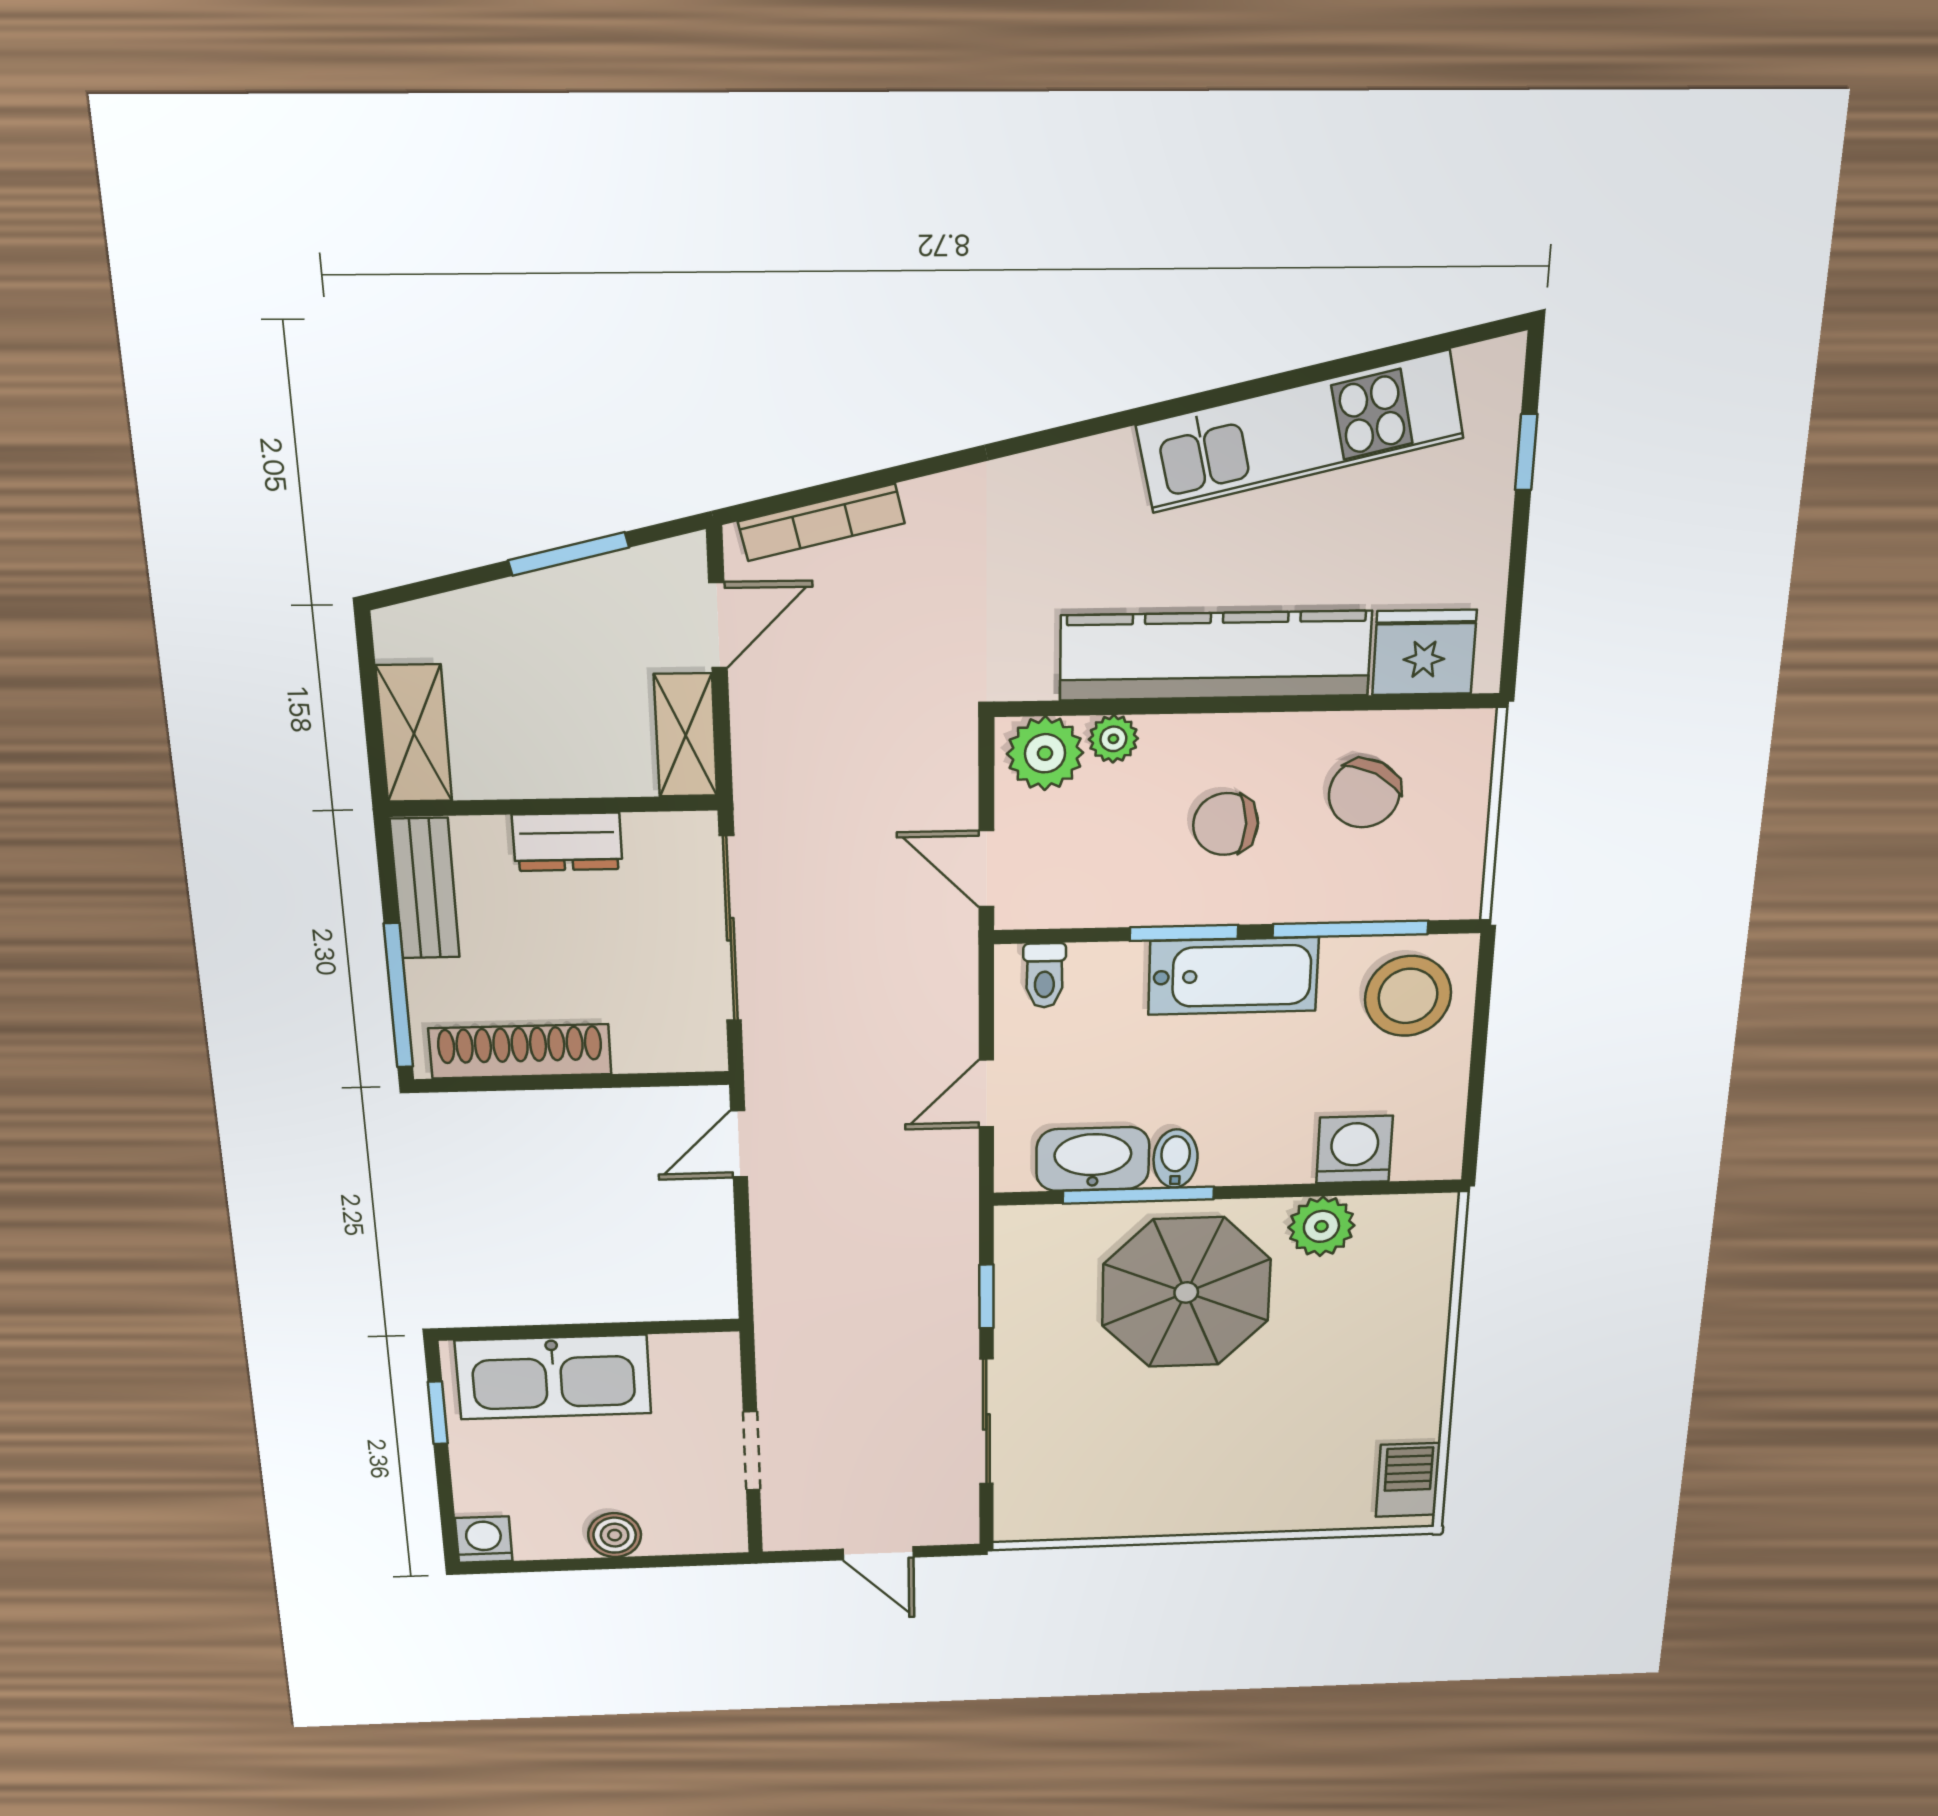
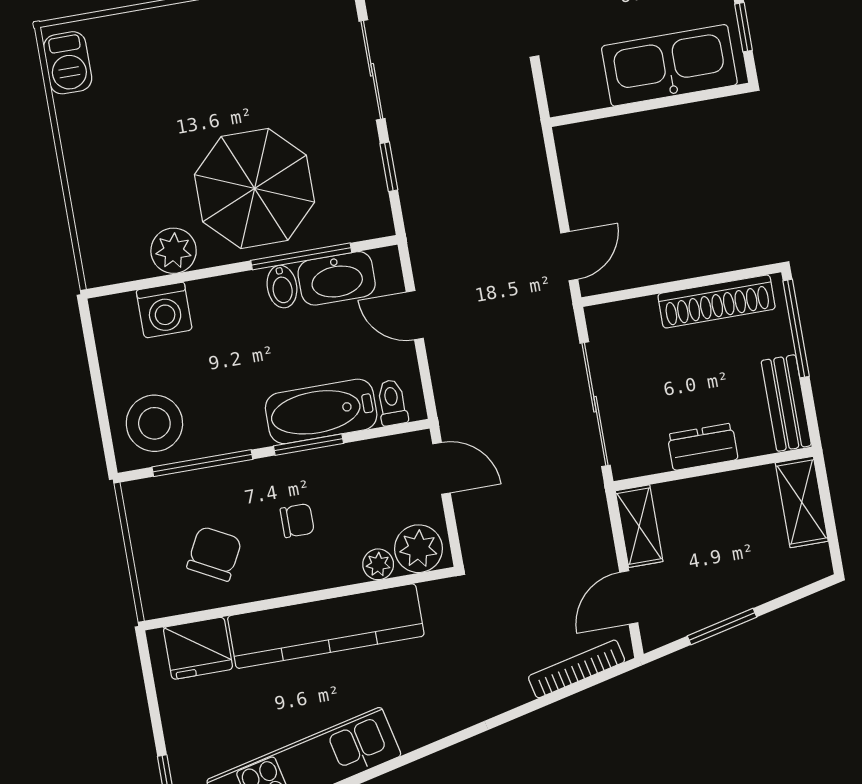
chair: (1226, 824) -> (297, 521), width x0.73, depth x0.73
bathtub: (1233, 976) -> (321, 411), moved
door: (986, 1094) -> (415, 315), swing flipped

